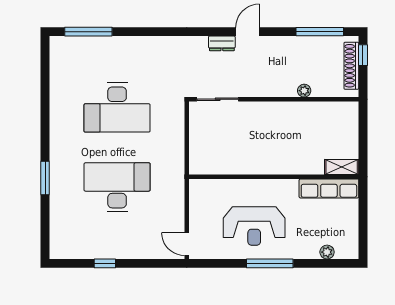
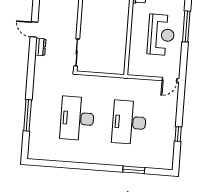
window: (88, 32) -> (28, 115), moved
desk: (117, 108) -> (77, 118), turned 180
window: (45, 178) -> (134, 170), moved

